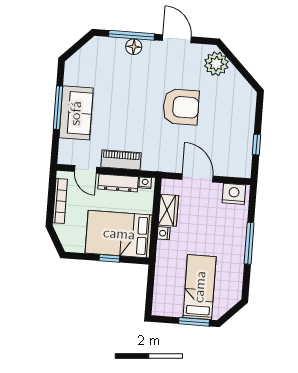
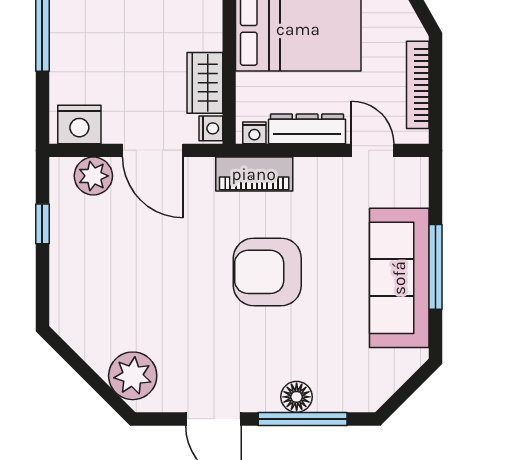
armchair: (181, 107) -> (267, 272), moved
sofa: (76, 113) -> (399, 278), width x1.36
piano: (121, 160) -> (254, 174), moved
plant: (229, 167) -> (93, 176), added
nightstand: (164, 233) -> (211, 128), moved

